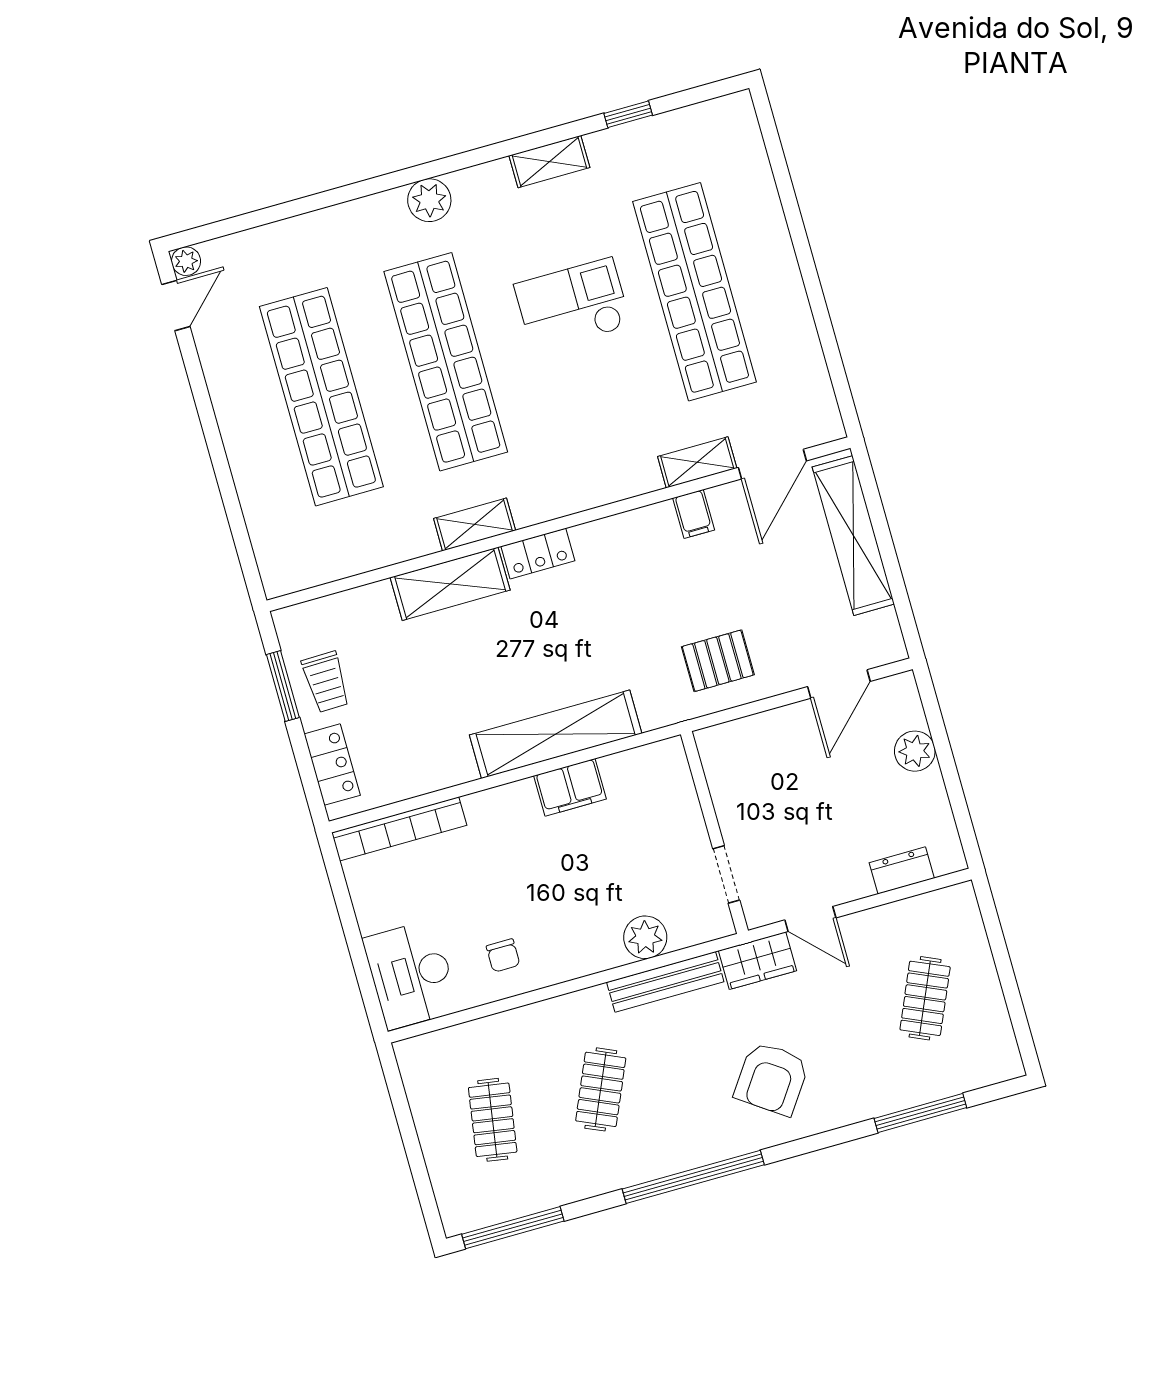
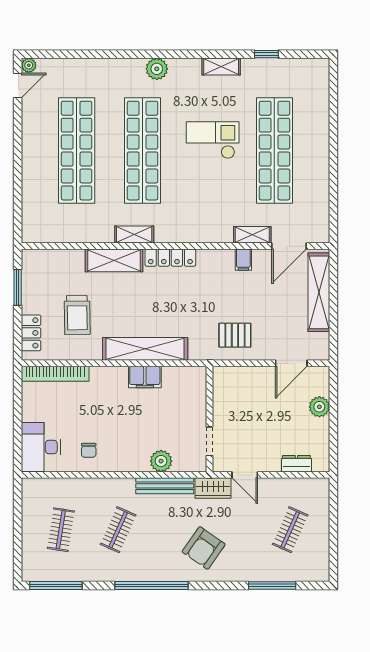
locker: (538, 554) -> (170, 258), width x1.53
trolley: (326, 682) -> (77, 315), moved, width x1.36, depth x1.39

